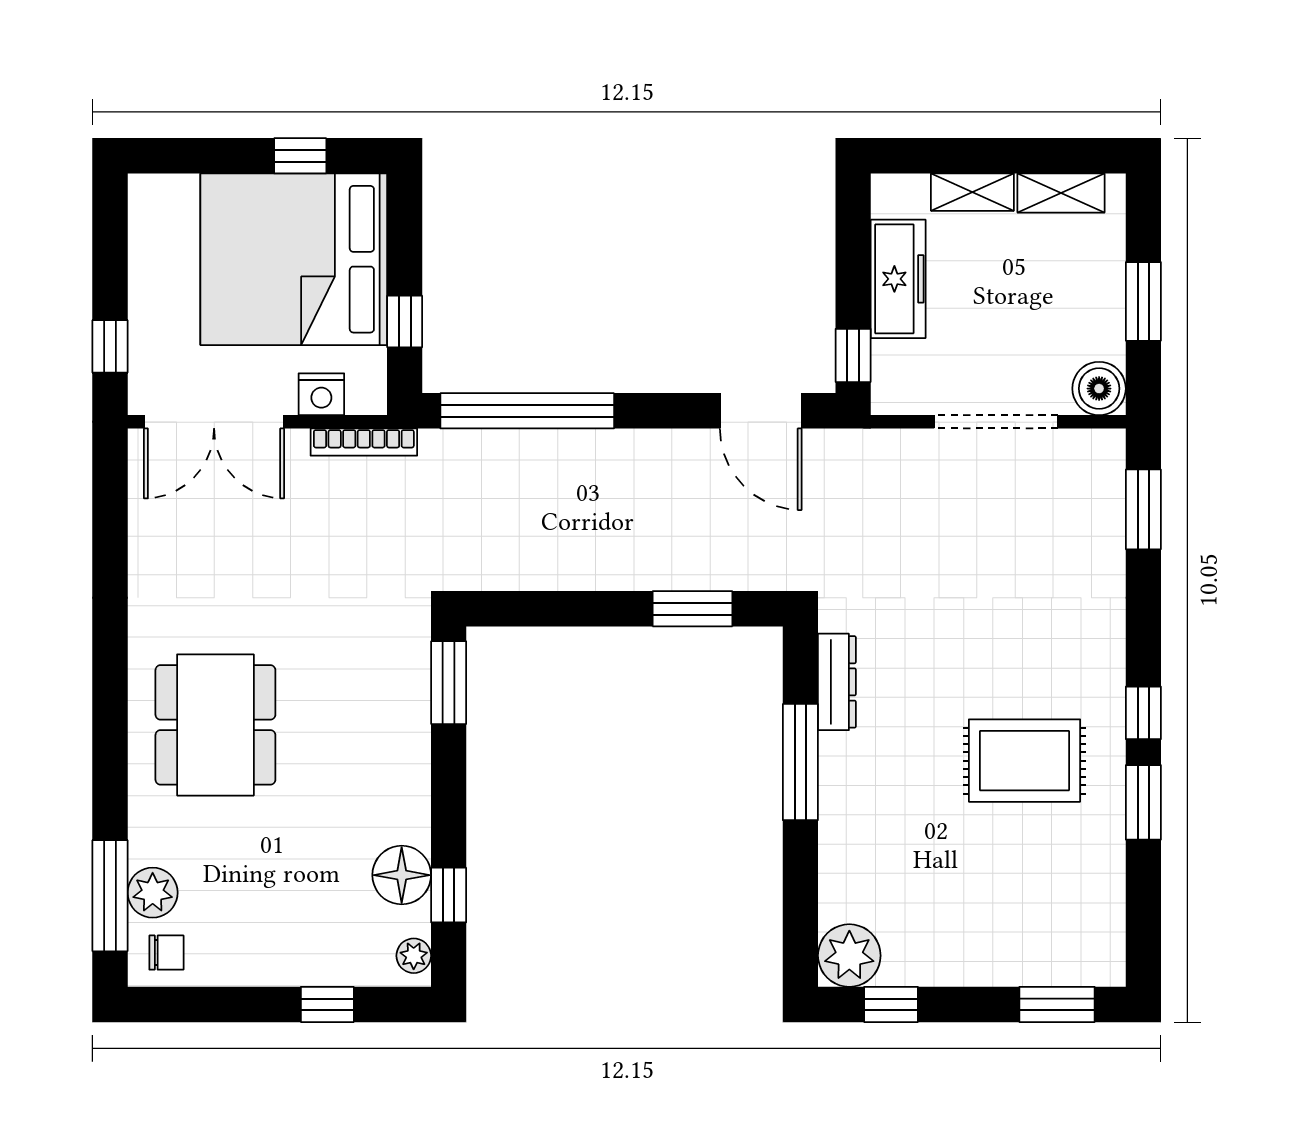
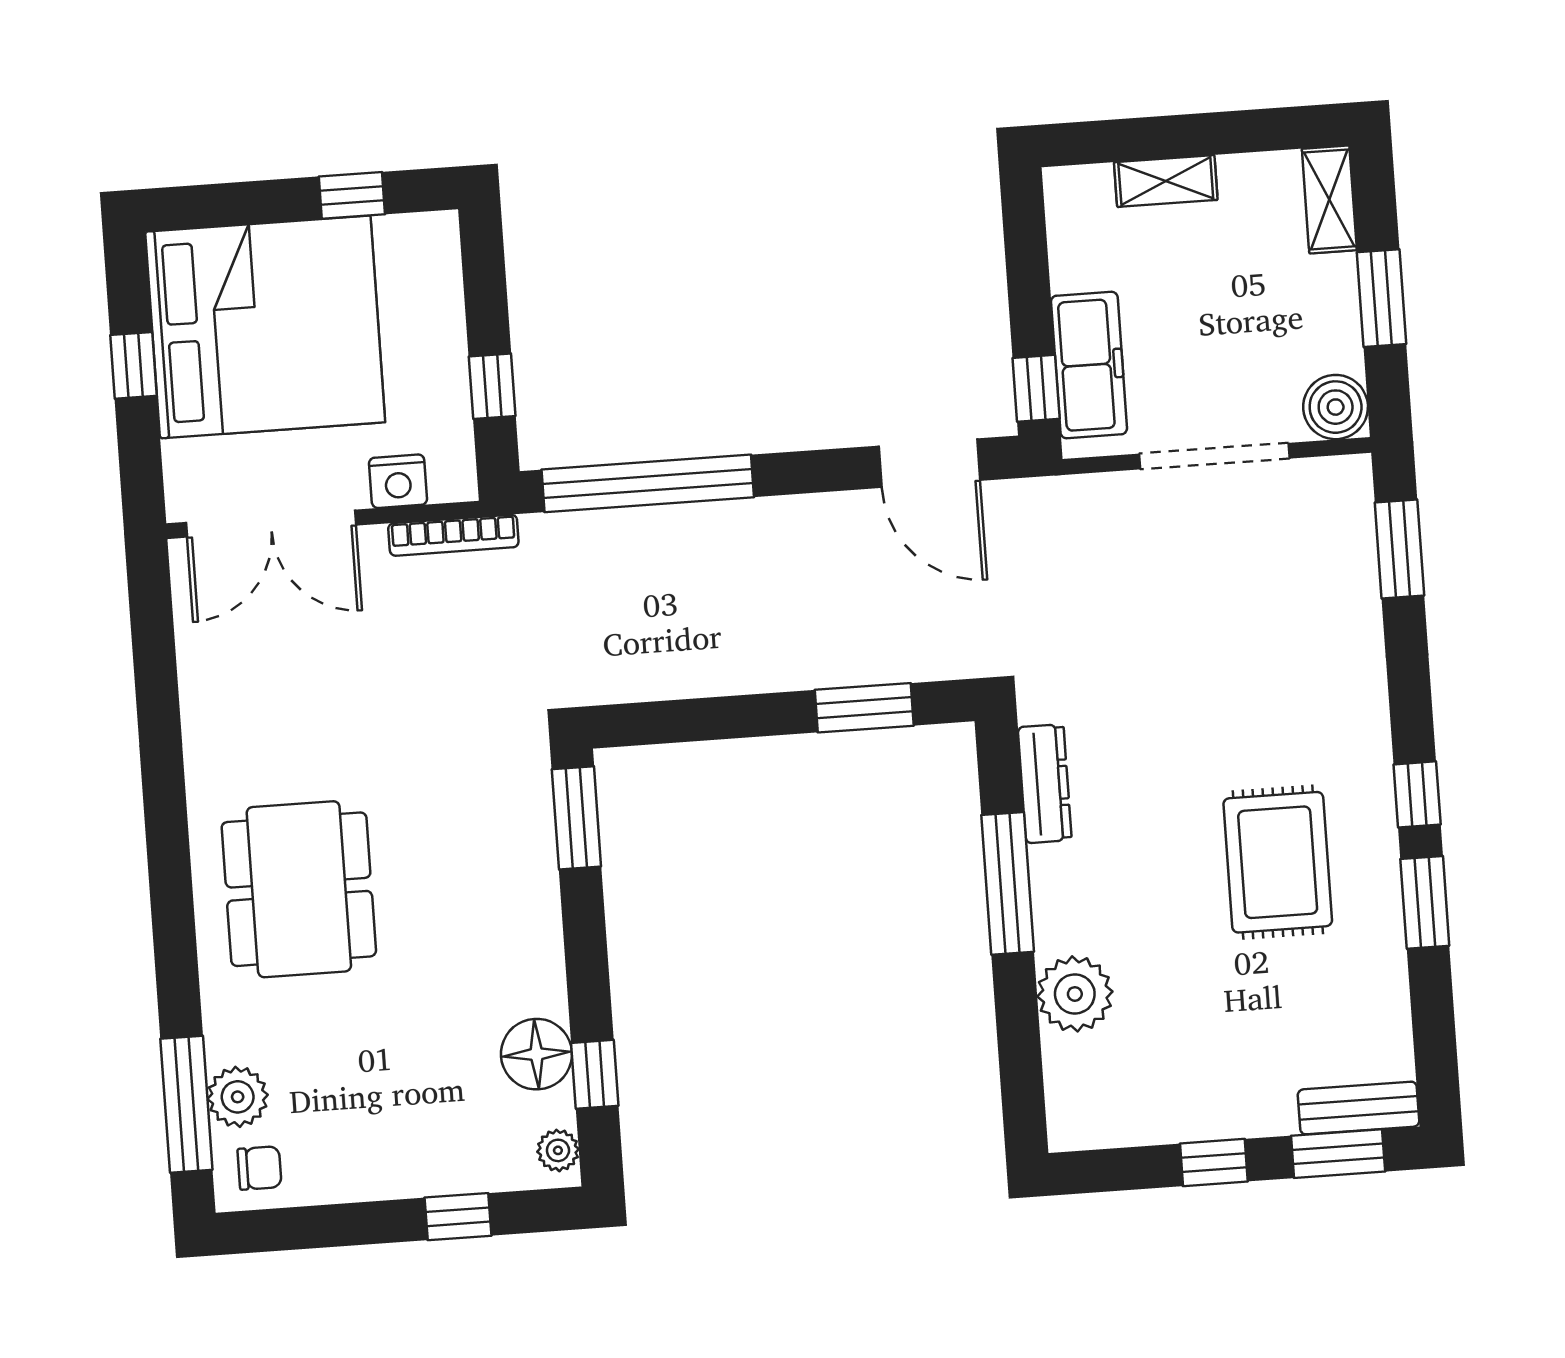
shelving: (1061, 193) -> (1329, 199), moved, turned 90
bed: (294, 259) -> (265, 327), moved, turned 180
freezer: (898, 279) -> (1089, 365), moved
window: (110, 346) -> (134, 365), moved
rug: (1024, 761) -> (1278, 862), turned 90
plant: (849, 956) -> (1075, 994), moved
bench: (1077, 968) -> (1359, 1108), added
window: (891, 1004) -> (1214, 1162), moved

